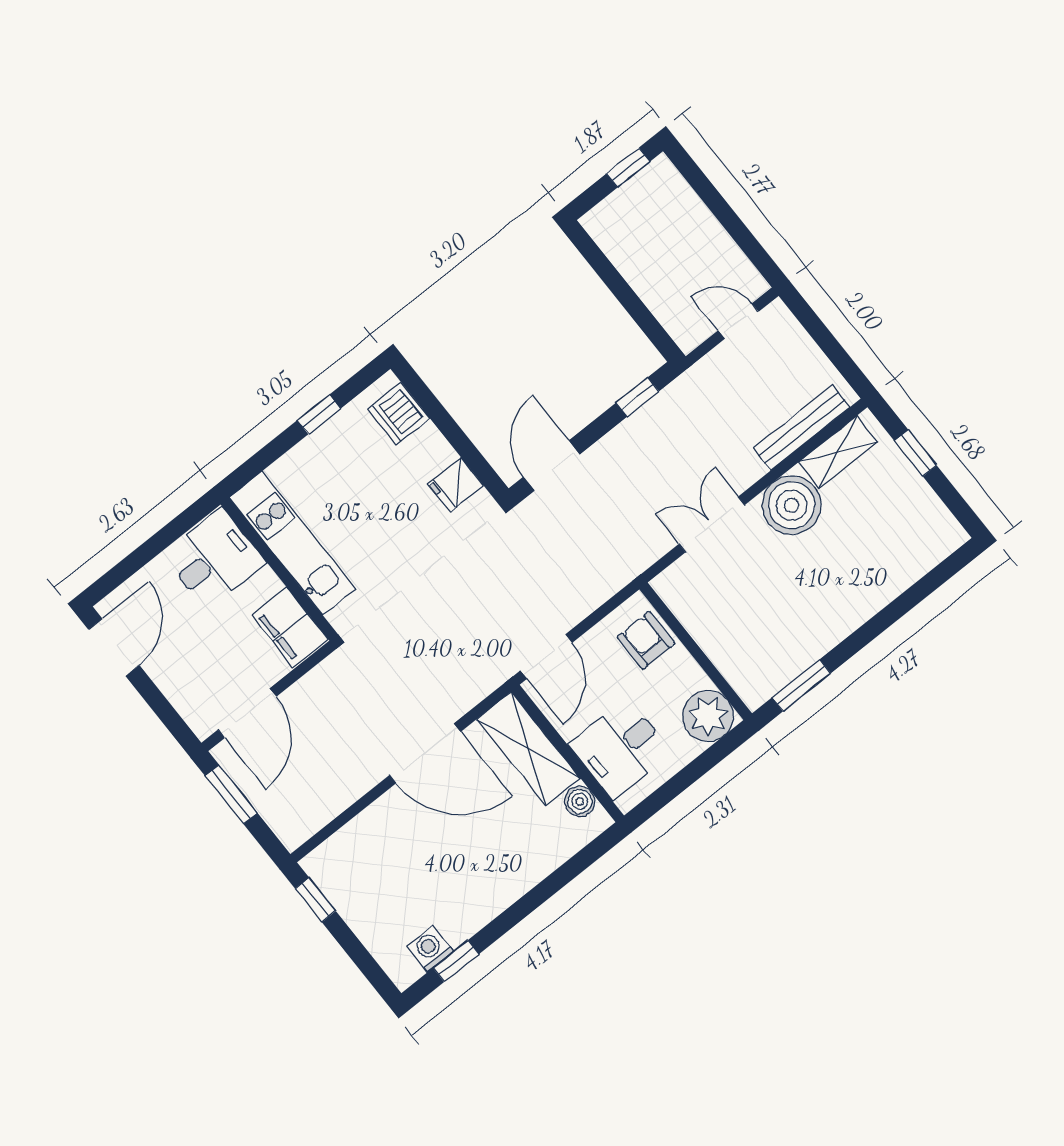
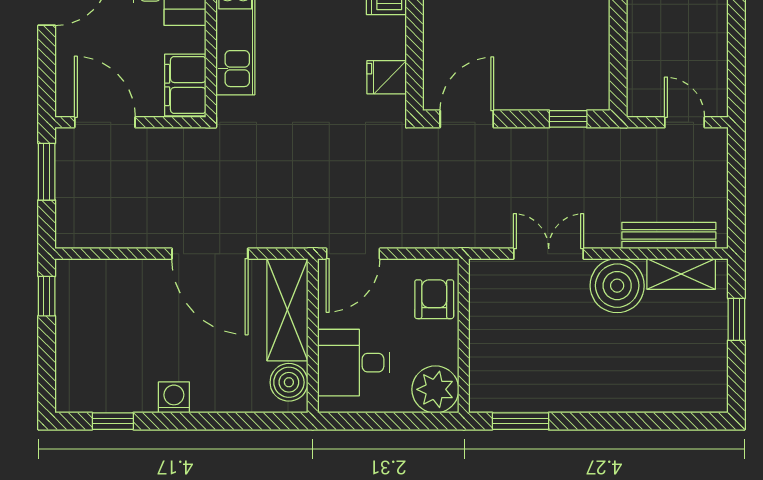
door: (247, 713) -> (105, 122), swing flipped
boiler: (580, 801) -> (289, 382), width x1.36, depth x1.36
washing machine: (430, 949) -> (174, 397), moved

